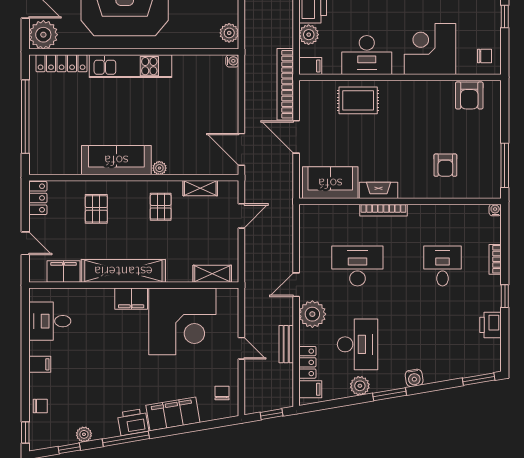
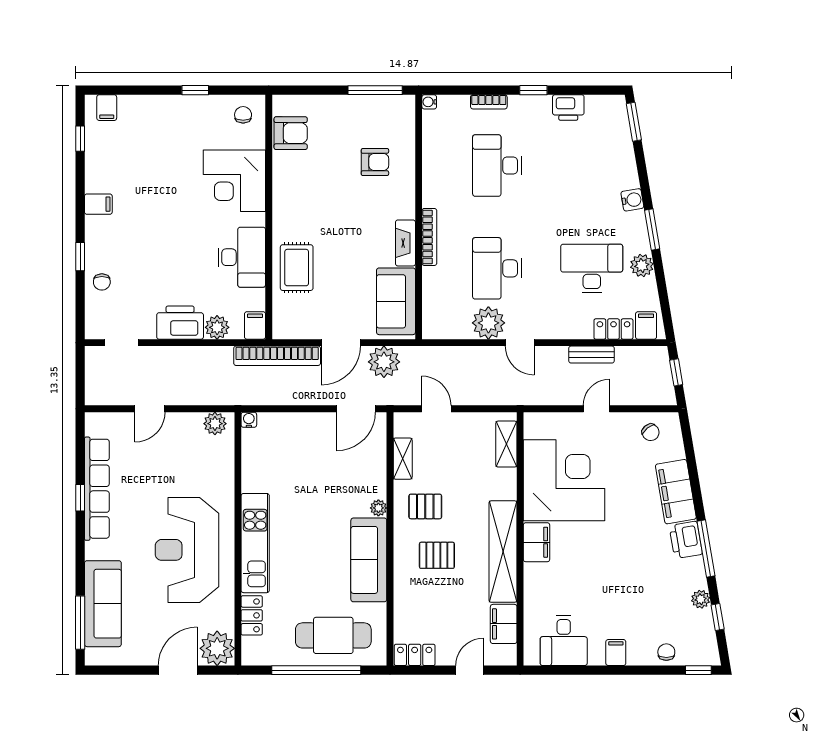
locker: (62, 63) -> (252, 615), width x0.66
cafe table: (54, 131) -> (333, 635), added
plant: (280, 173) -> (384, 362), added
pallet: (96, 209) -> (437, 555), moved
desk: (442, 266) -> (497, 166), width x1.37
plant: (312, 314) -> (488, 323), moved
chair: (222, 393) -> (651, 432), turned -129

